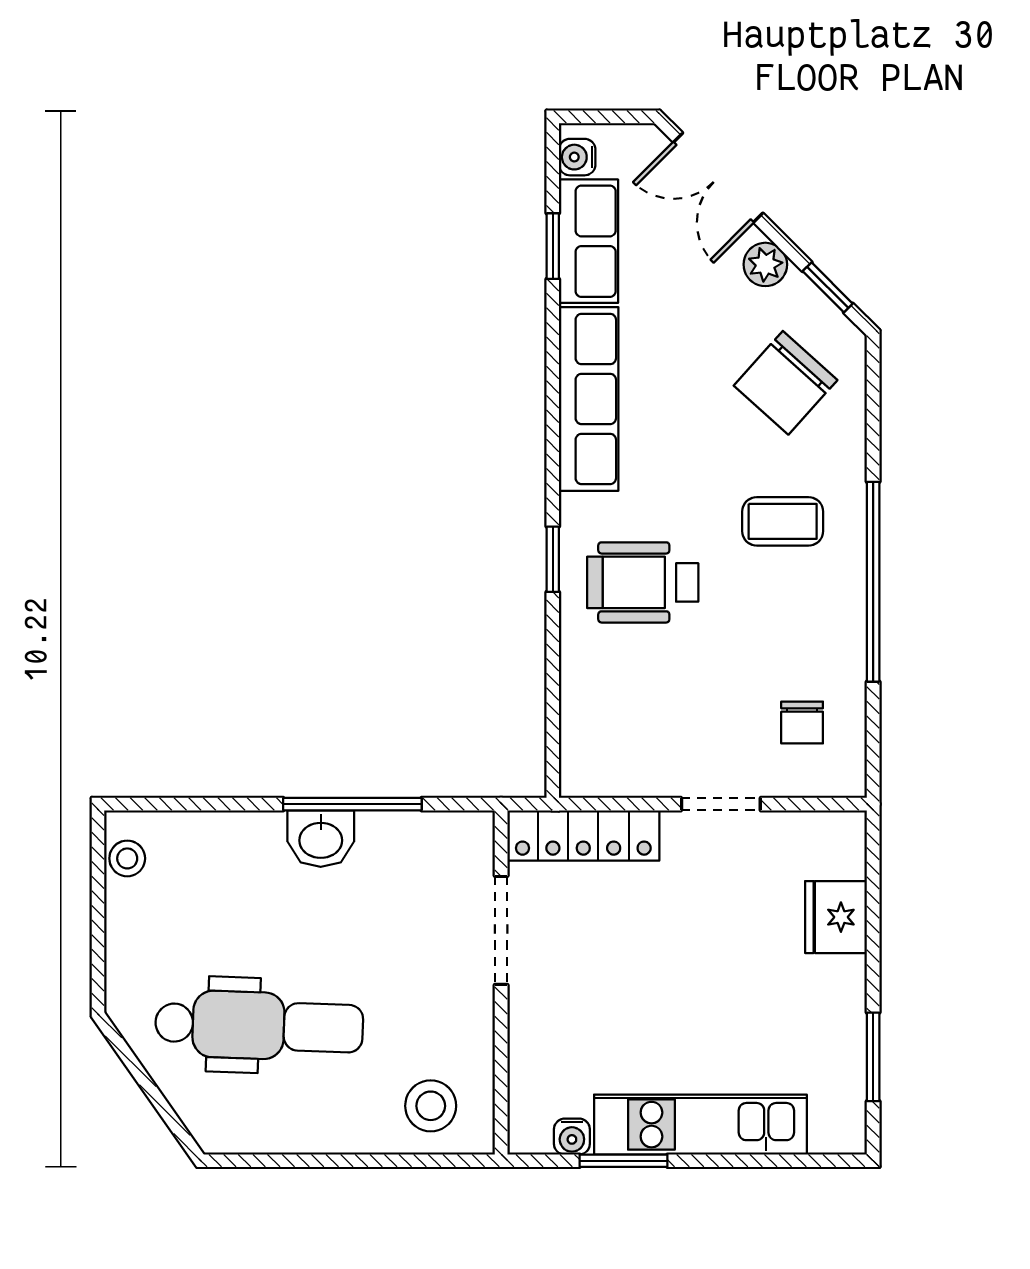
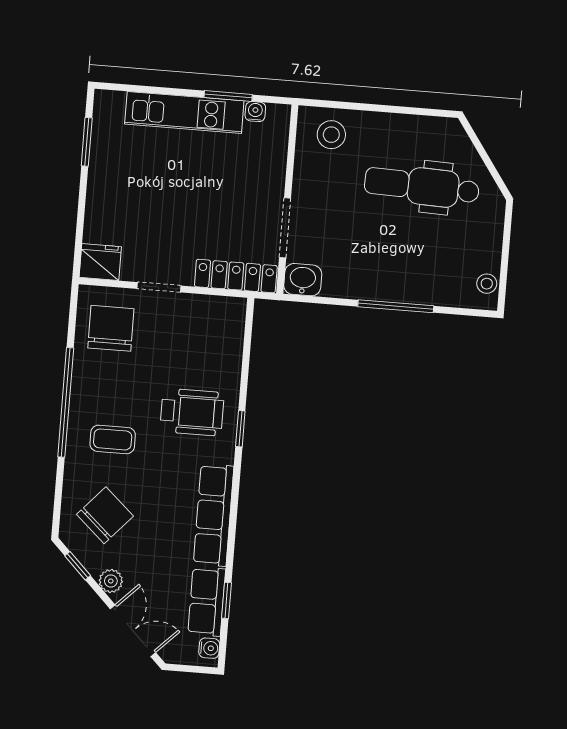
chair: (802, 722) -> (111, 328), width x1.87, depth x1.87
window: (352, 804) -> (396, 306), moved
washbasin: (321, 839) -> (303, 280), moved
fridge: (836, 917) -> (100, 262), moved, turned -90

